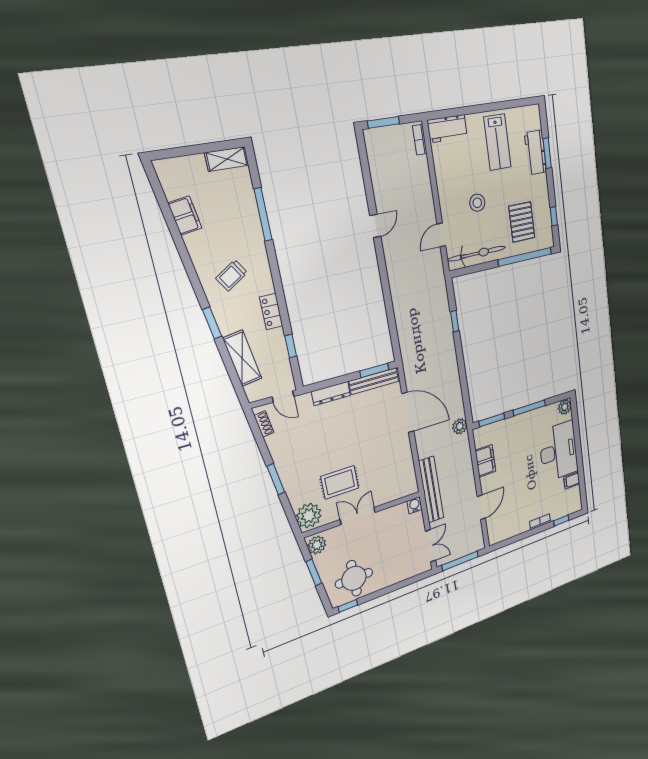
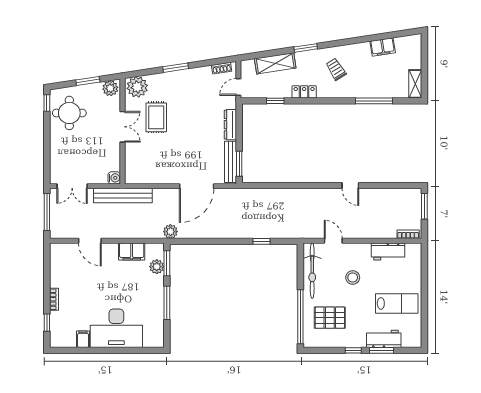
workbench: (447, 129) -> (388, 251), moved, turned -90
lab bench: (497, 142) -> (397, 303), turned 180
window: (554, 216) -> (353, 350), moved
plant: (565, 407) -> (157, 267), moved

